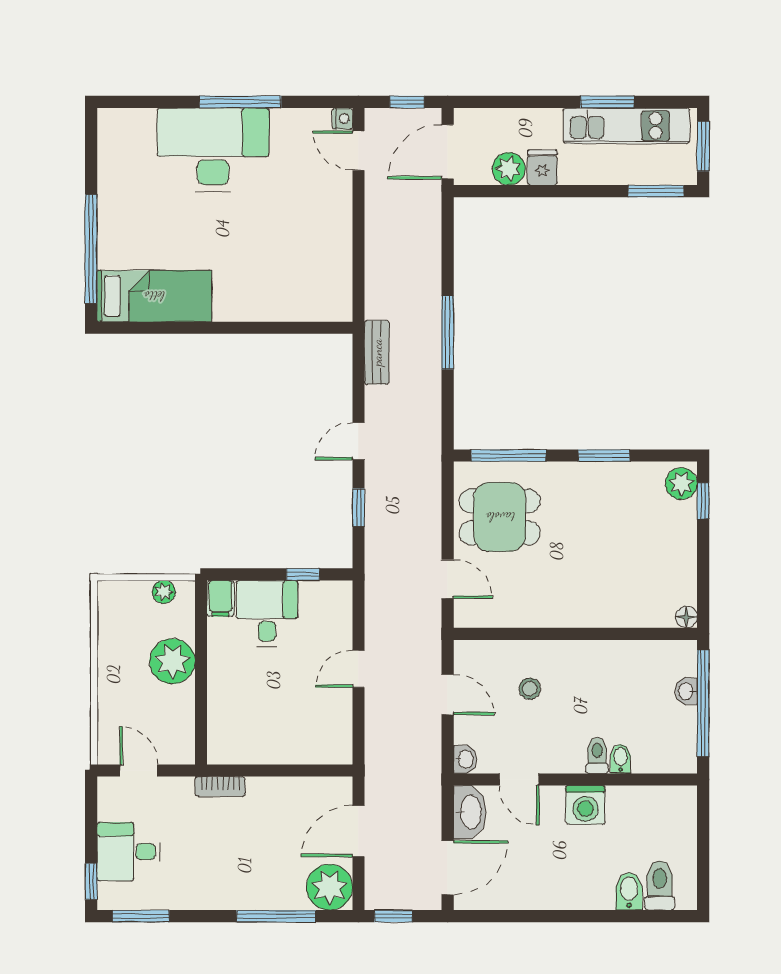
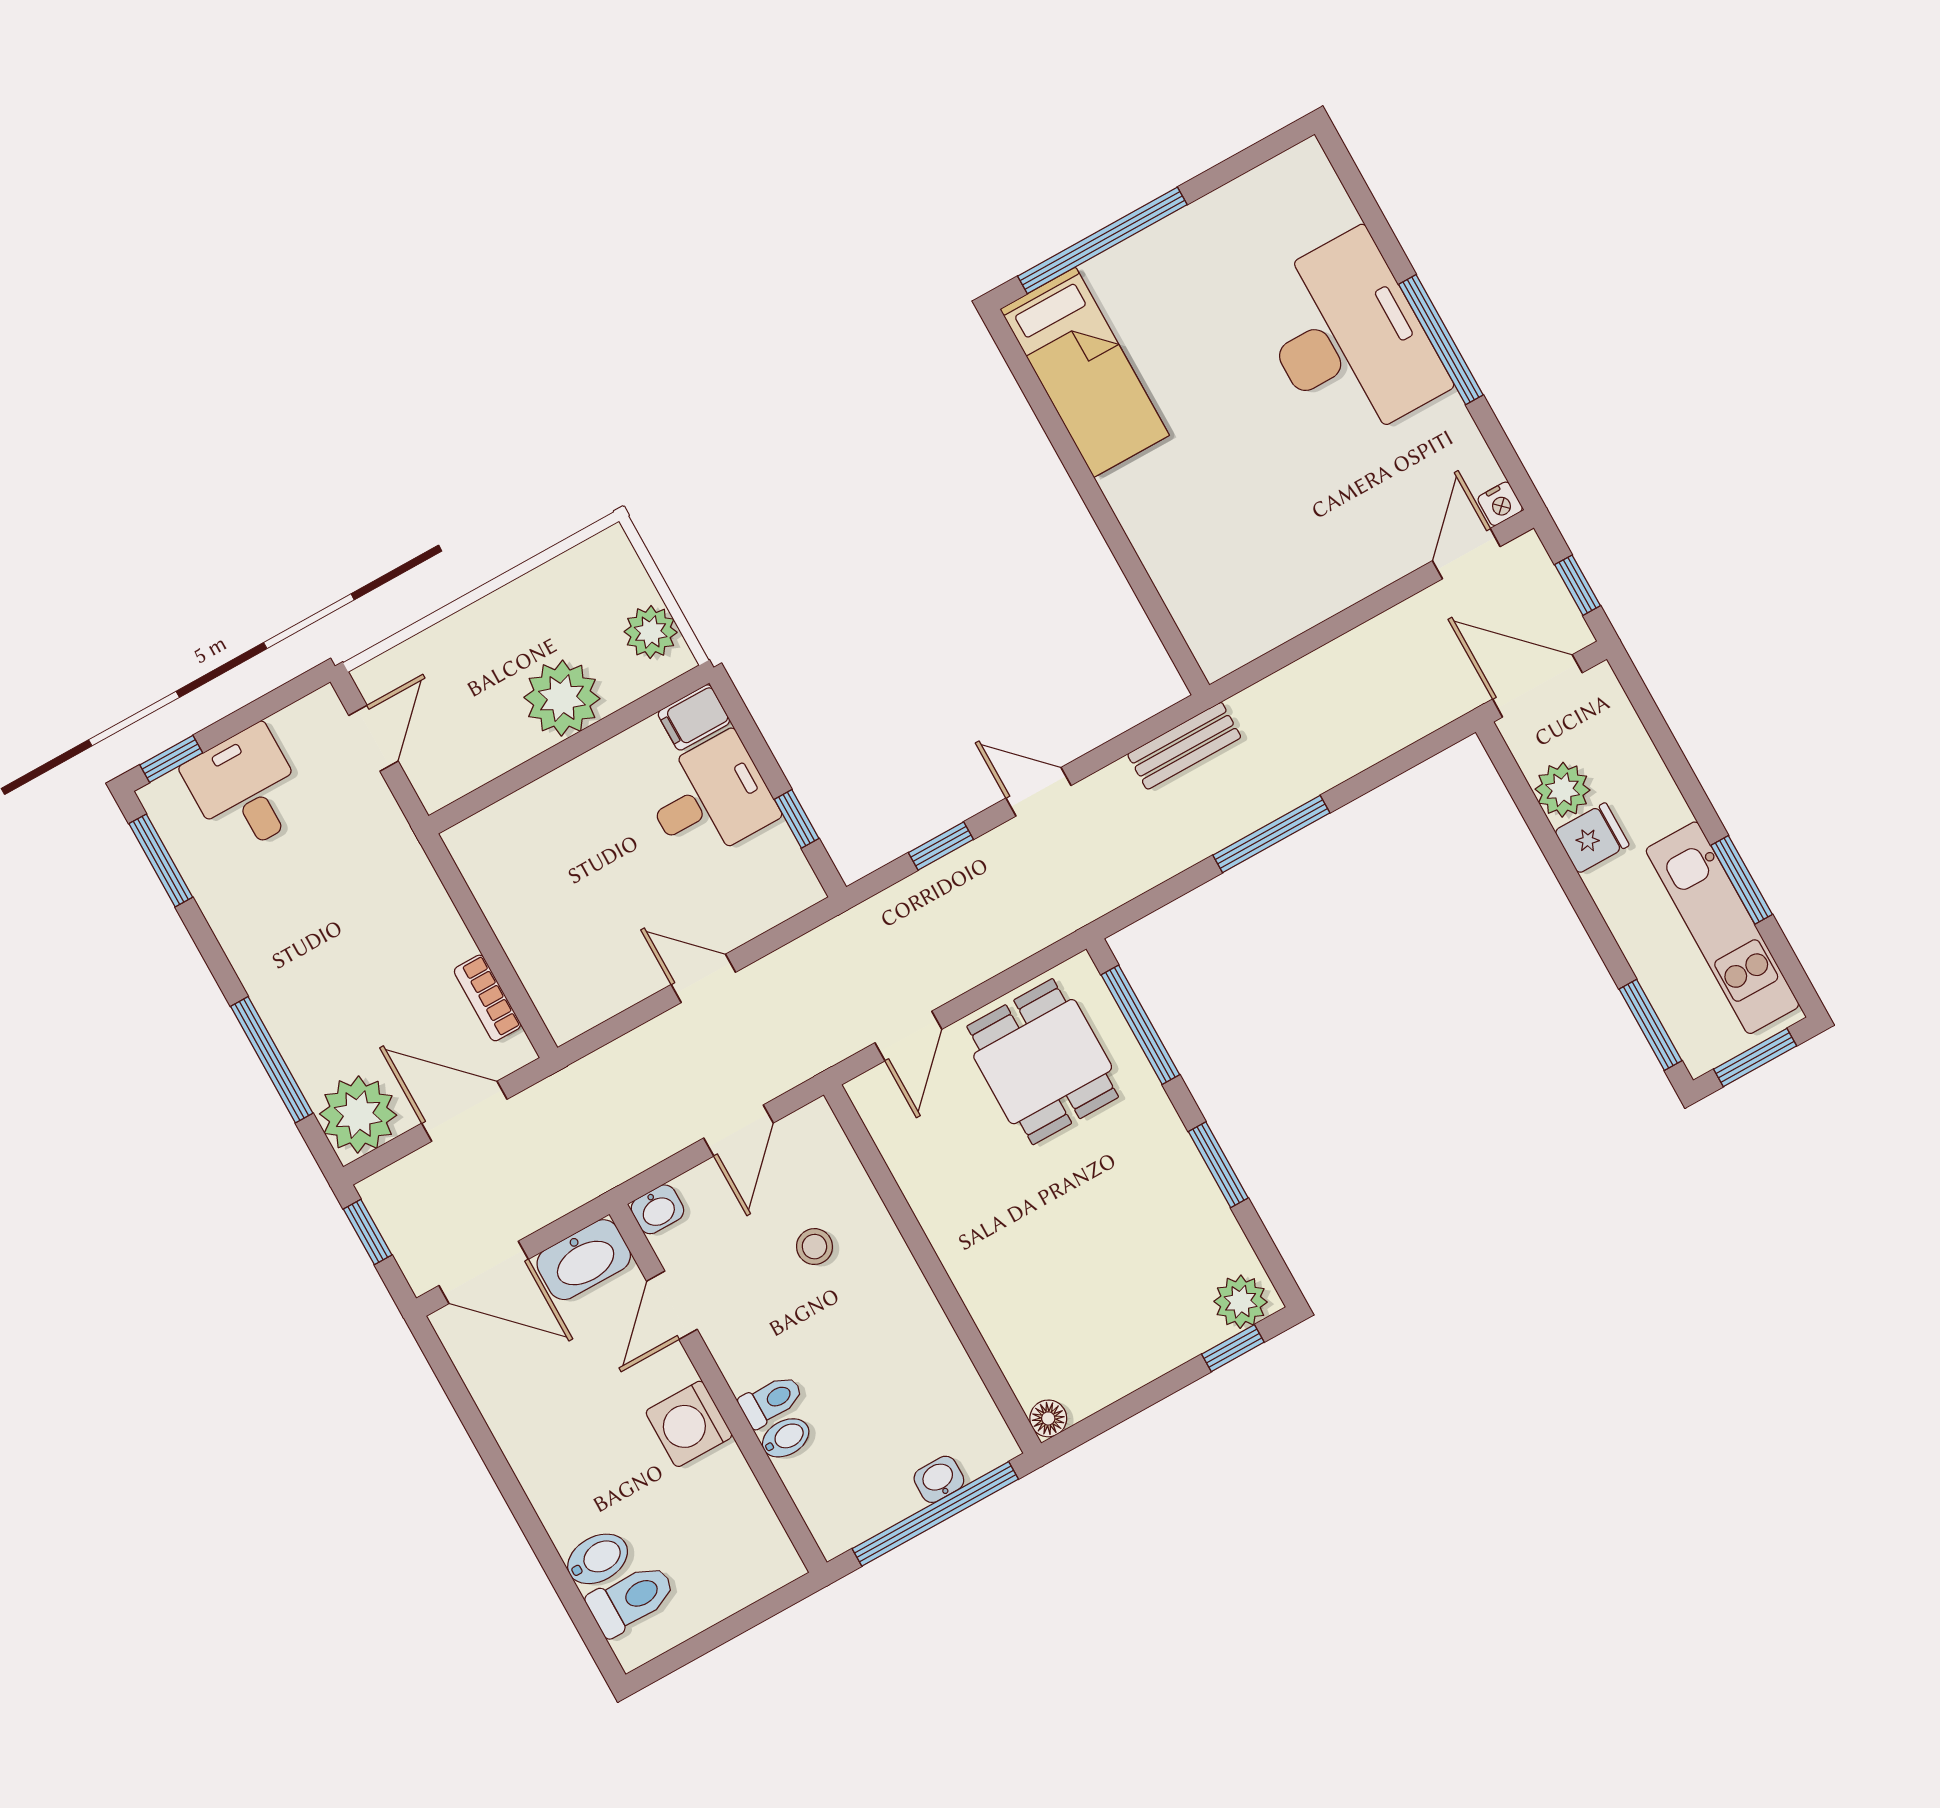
plant: (164, 592) -> (651, 632), width x1.38, depth x1.38
bookcase: (220, 786) -> (487, 998), moved

